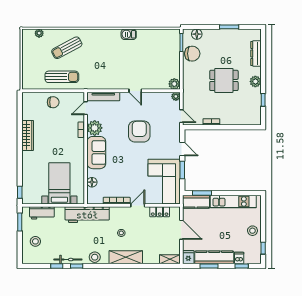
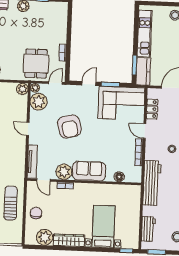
dining table: (224, 80) -> (36, 64), moved
door: (135, 91) -> (28, 129), swing flipped
plant: (162, 100) -> (39, 102), added
plant: (30, 112) -> (45, 237), added
armchair: (139, 131) -> (69, 126), turned -104
bed with nightstands: (59, 183) -> (103, 227), moved, turned 90

